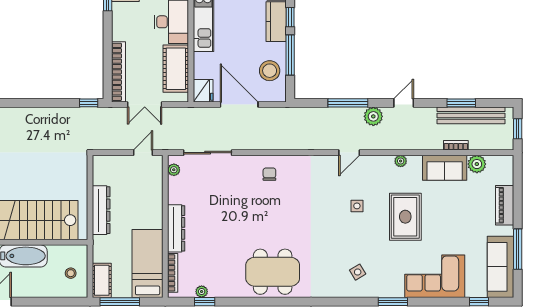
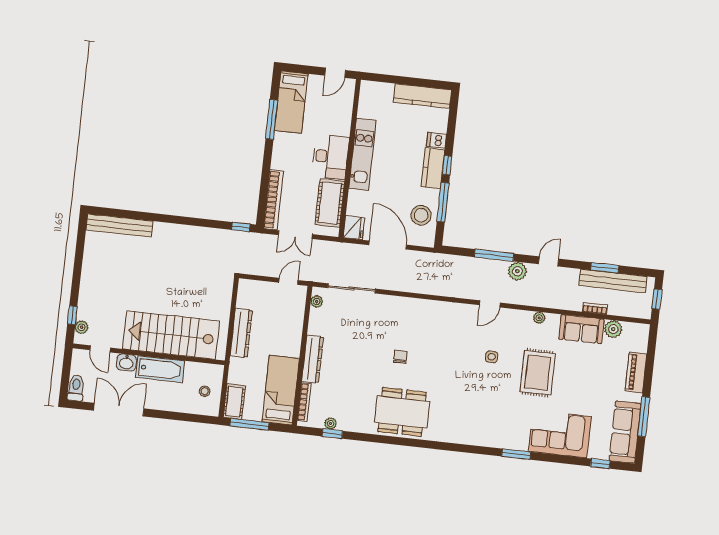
chair: (269, 174) -> (400, 357), moved
side table: (358, 272) -> (485, 421), removed

